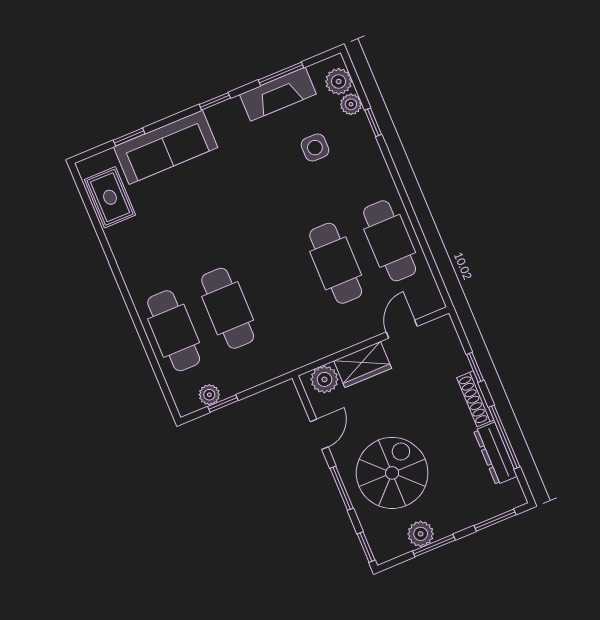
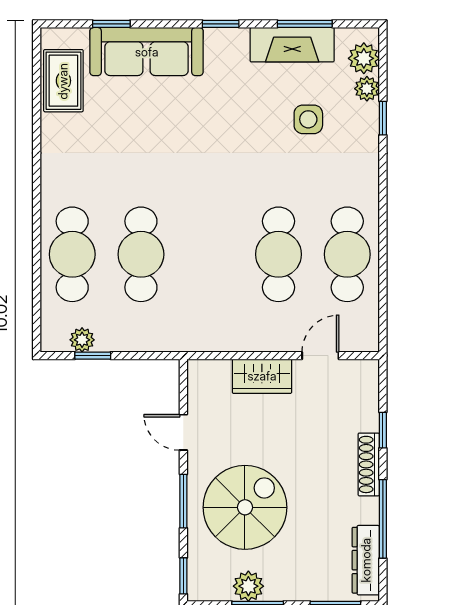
plant: (324, 379) -> (214, 375), removed
door: (319, 434) -> (183, 432), swing flipped
dresser: (495, 454) -> (366, 560), moved

